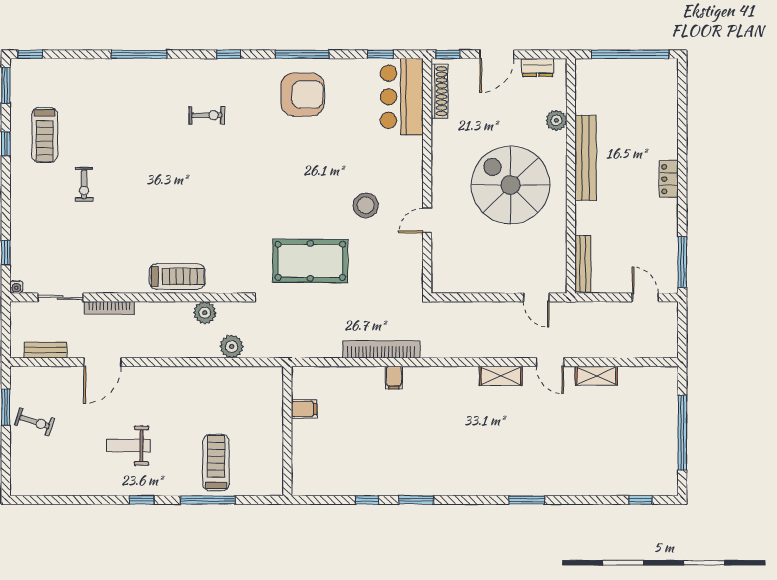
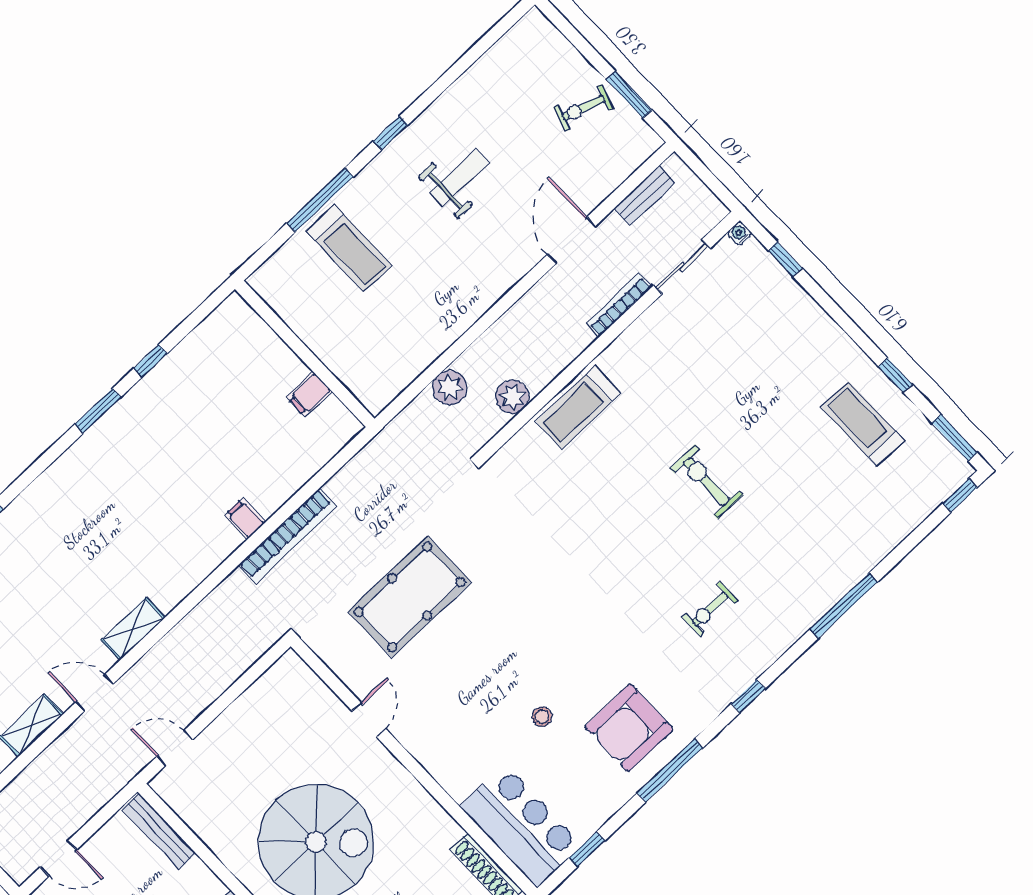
exercise bike: (84, 184) -> (706, 482), moved, width x1.38, depth x1.39
stool: (366, 205) -> (542, 717), moved, width x0.53, depth x0.53
pool table: (310, 261) -> (410, 597), moved

